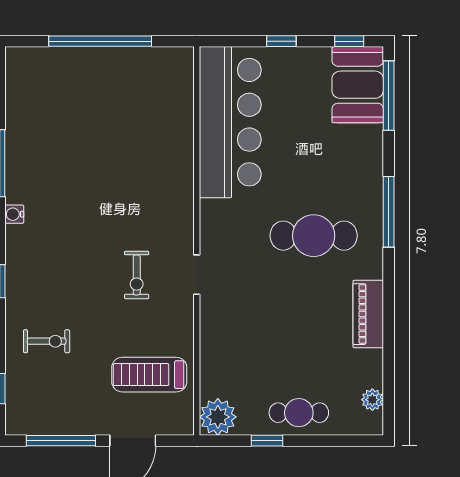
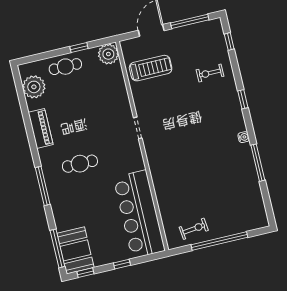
cafe table: (314, 236) -> (80, 164), width x0.73, depth x0.74
exercise bike: (137, 275) -> (194, 229), moved, turned 83
plant: (372, 400) -> (34, 87), width x1.87, depth x1.87

